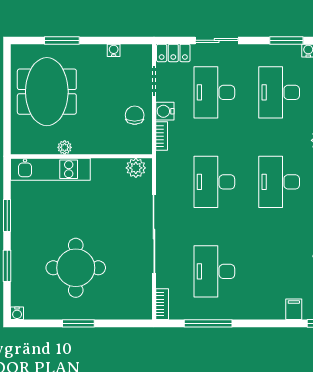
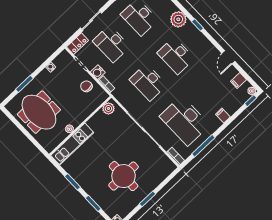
desk: (214, 271) -> (185, 121), width x1.36, depth x1.30
filing cabinet: (294, 309) -> (223, 116), moved

